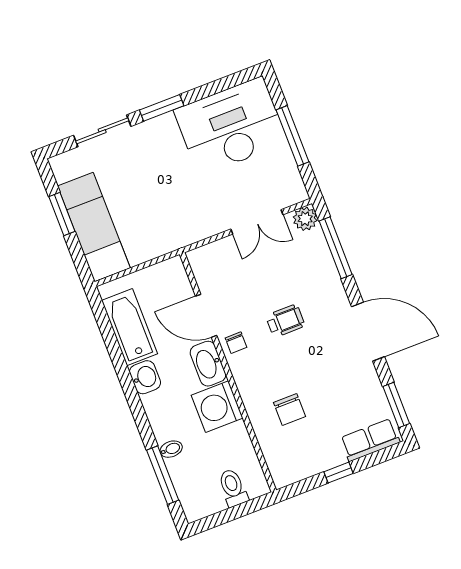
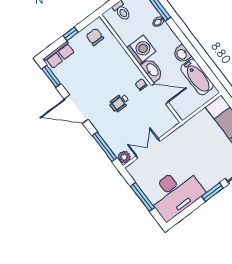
chair: (290, 410) -> (95, 37), moved

